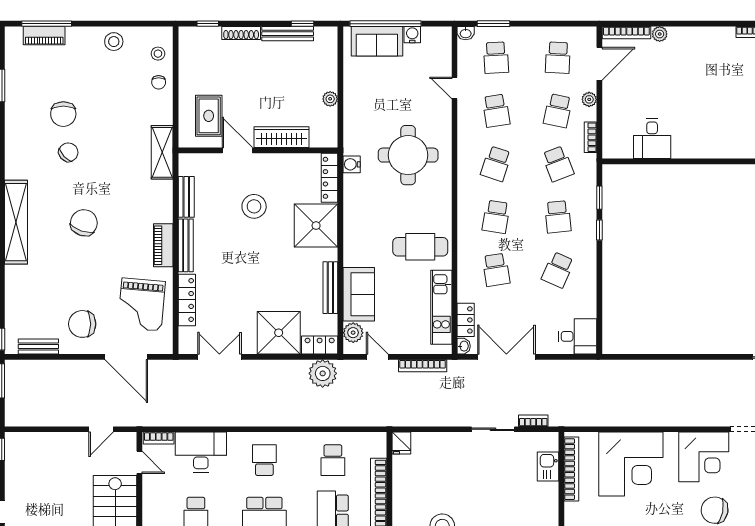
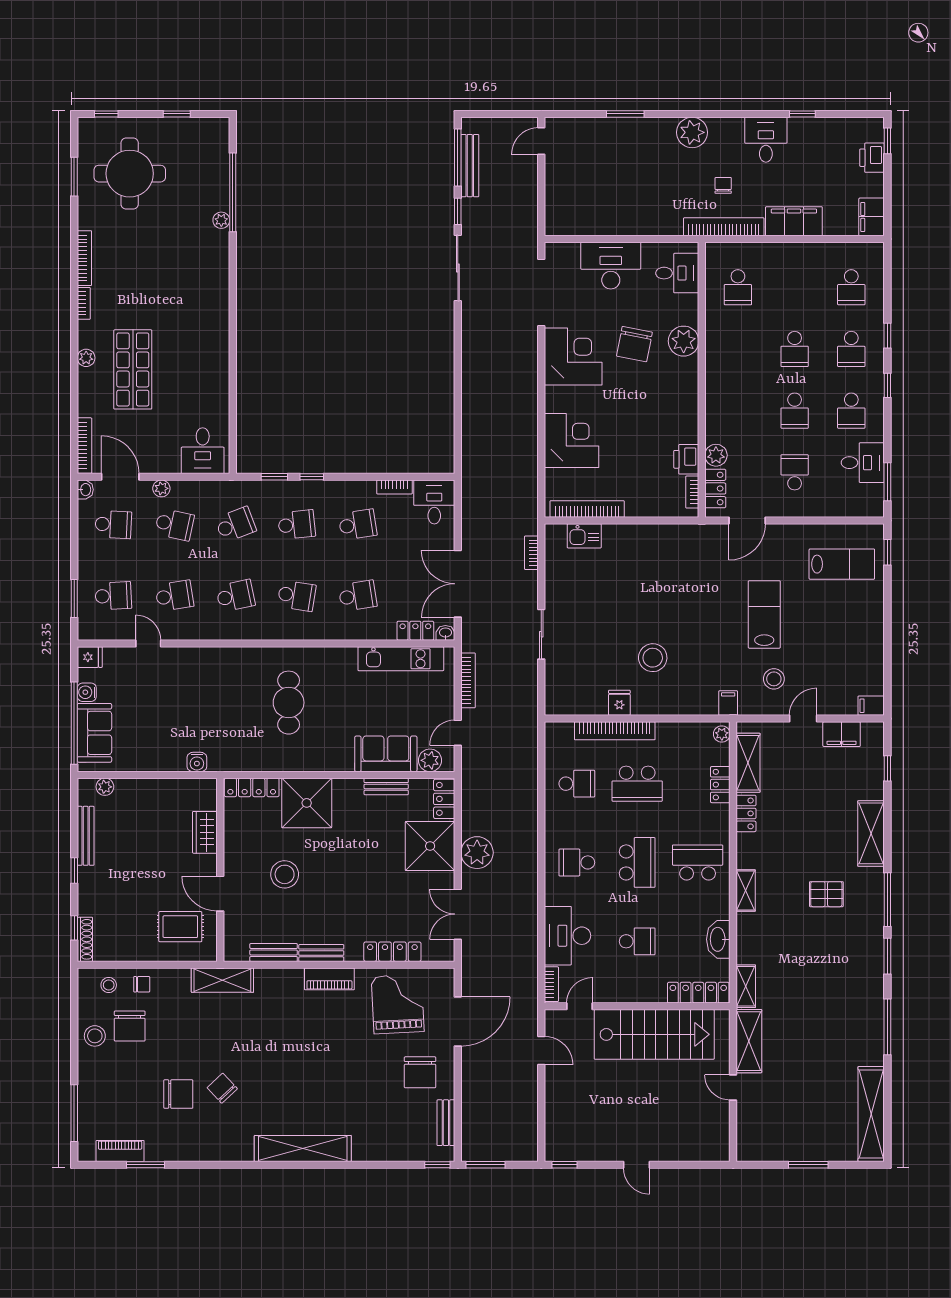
window: (303, 24) -> (74, 871), moved
shoe rack: (241, 33) -> (85, 939), moved
washbasin: (466, 33) -> (85, 490), moved
plant: (660, 34) -> (86, 358), moved
piano: (44, 36) -> (120, 1151), moved, turned -90
fridge: (443, 37) -> (90, 657), added
shop shelf: (693, 75) -> (133, 369), added
door: (454, 88) -> (148, 644), swing flipped
plant: (330, 99) -> (105, 787), moved
wardrobe: (281, 137) -> (205, 832), width x0.67
bookcase: (590, 137) -> (394, 487), moved
desk: (652, 139) -> (203, 451), moved, turned 90
door: (237, 150) -> (220, 894), hinge flipped
round table: (408, 155) -> (226, 697), removed
water cooler: (352, 164) -> (197, 762), moved
school desk: (496, 164) -> (235, 596), turned -30
chair: (84, 223) -> (130, 1026), moved, turned -109
bench: (186, 245) -> (321, 953), width x0.73
cafe table: (420, 247) -> (289, 703), moved
school desk: (558, 270) -> (358, 525), turned -33
bench: (330, 288) -> (386, 786), width x0.73
grand piano: (142, 305) -> (398, 1004), turned -98
plant: (323, 373) -> (477, 853), moved
sliding door: (493, 429) -> (541, 634), moved
fridge: (401, 443) -> (619, 703), moved, turned -90
corner desk: (631, 464) -> (572, 441), width x0.74, depth x0.74

